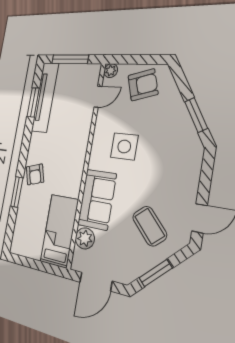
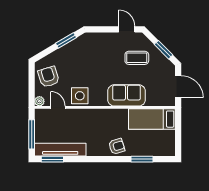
window: (33, 102) -> (52, 159), moved
side table: (124, 146) -> (80, 96), moved
window: (17, 192) -> (142, 159), moved
coffee table: (150, 226) -> (137, 58), turned 42
plant: (85, 238) -> (153, 99), removed

